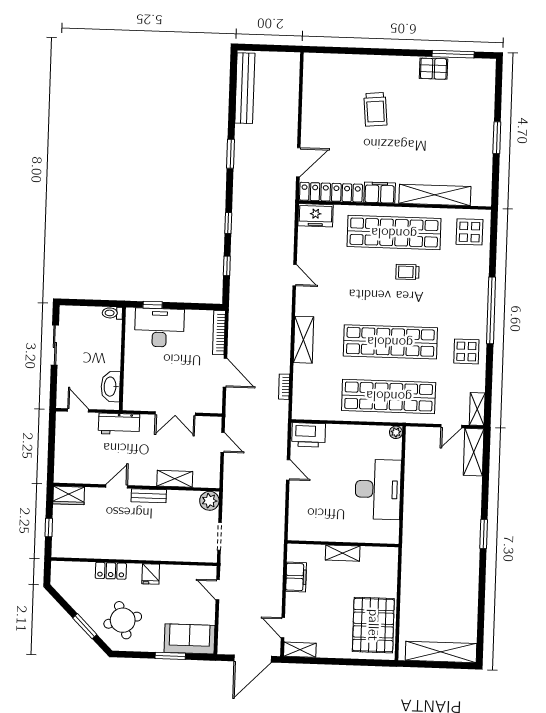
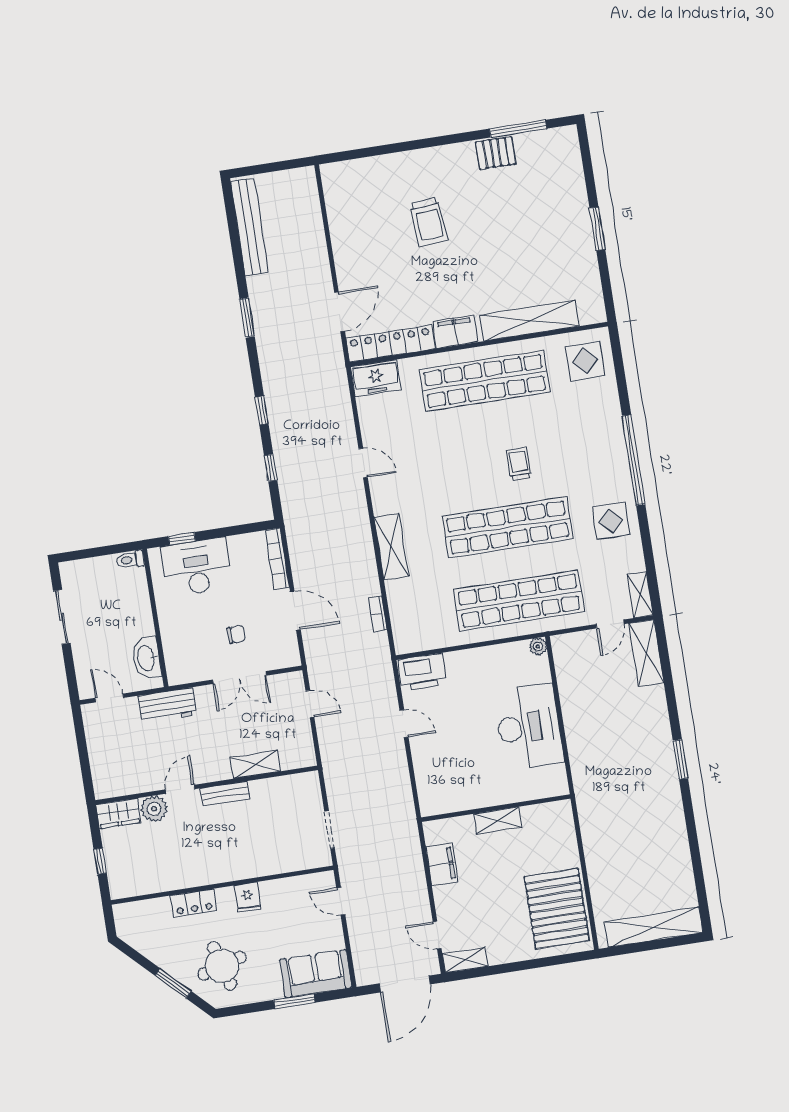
trolley: (407, 272) -> (519, 464), moved, turned 90
chair: (179, 382) -> (236, 634), added
plant: (209, 501) -> (154, 809), moved

